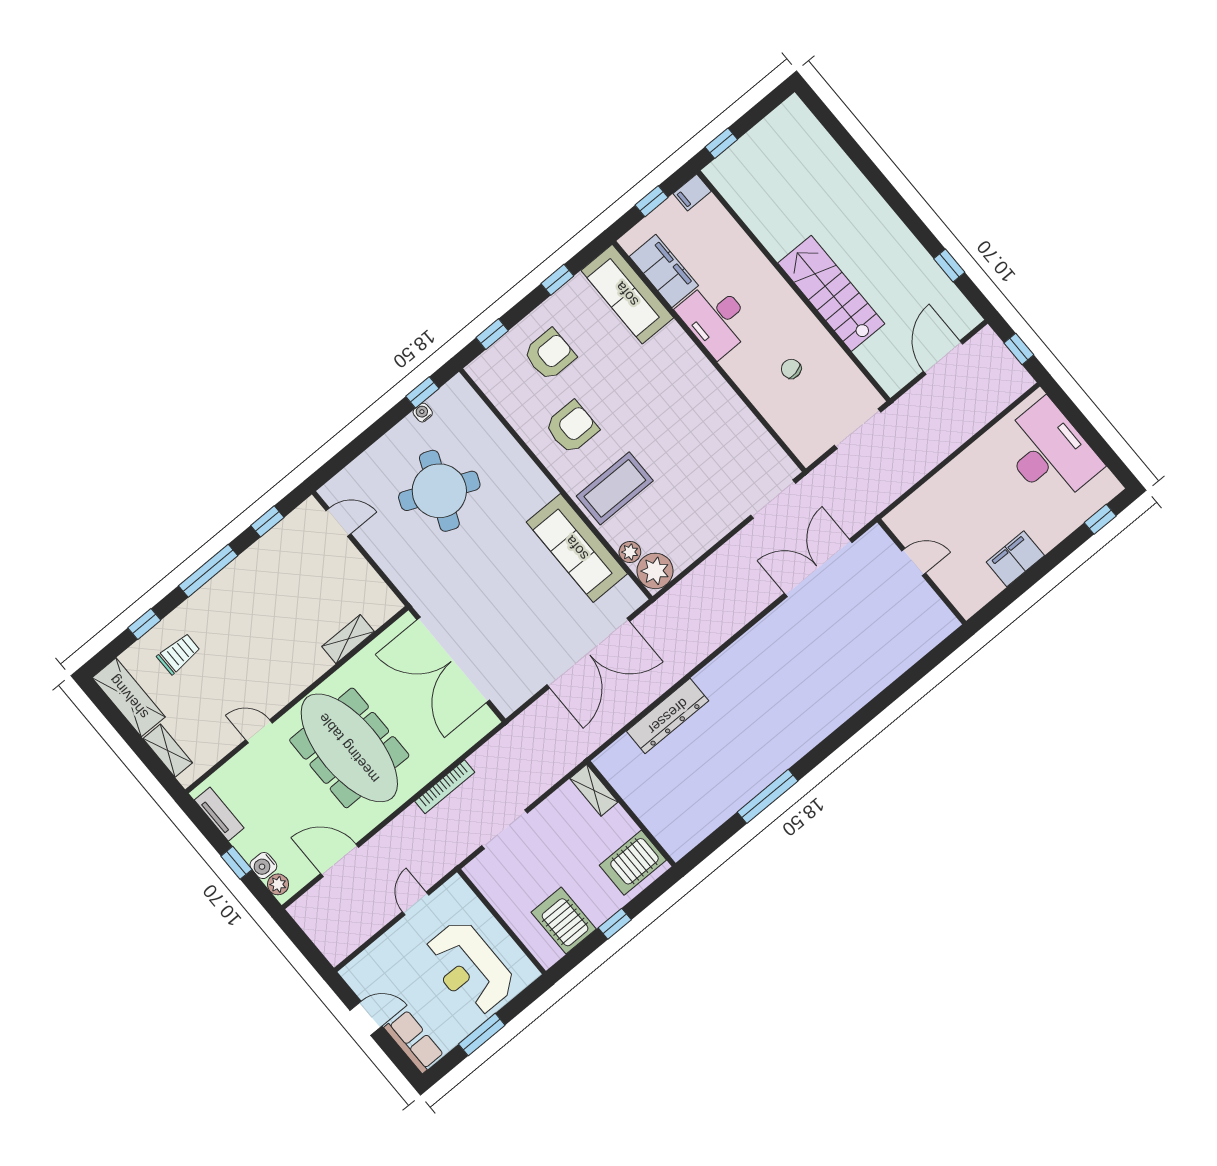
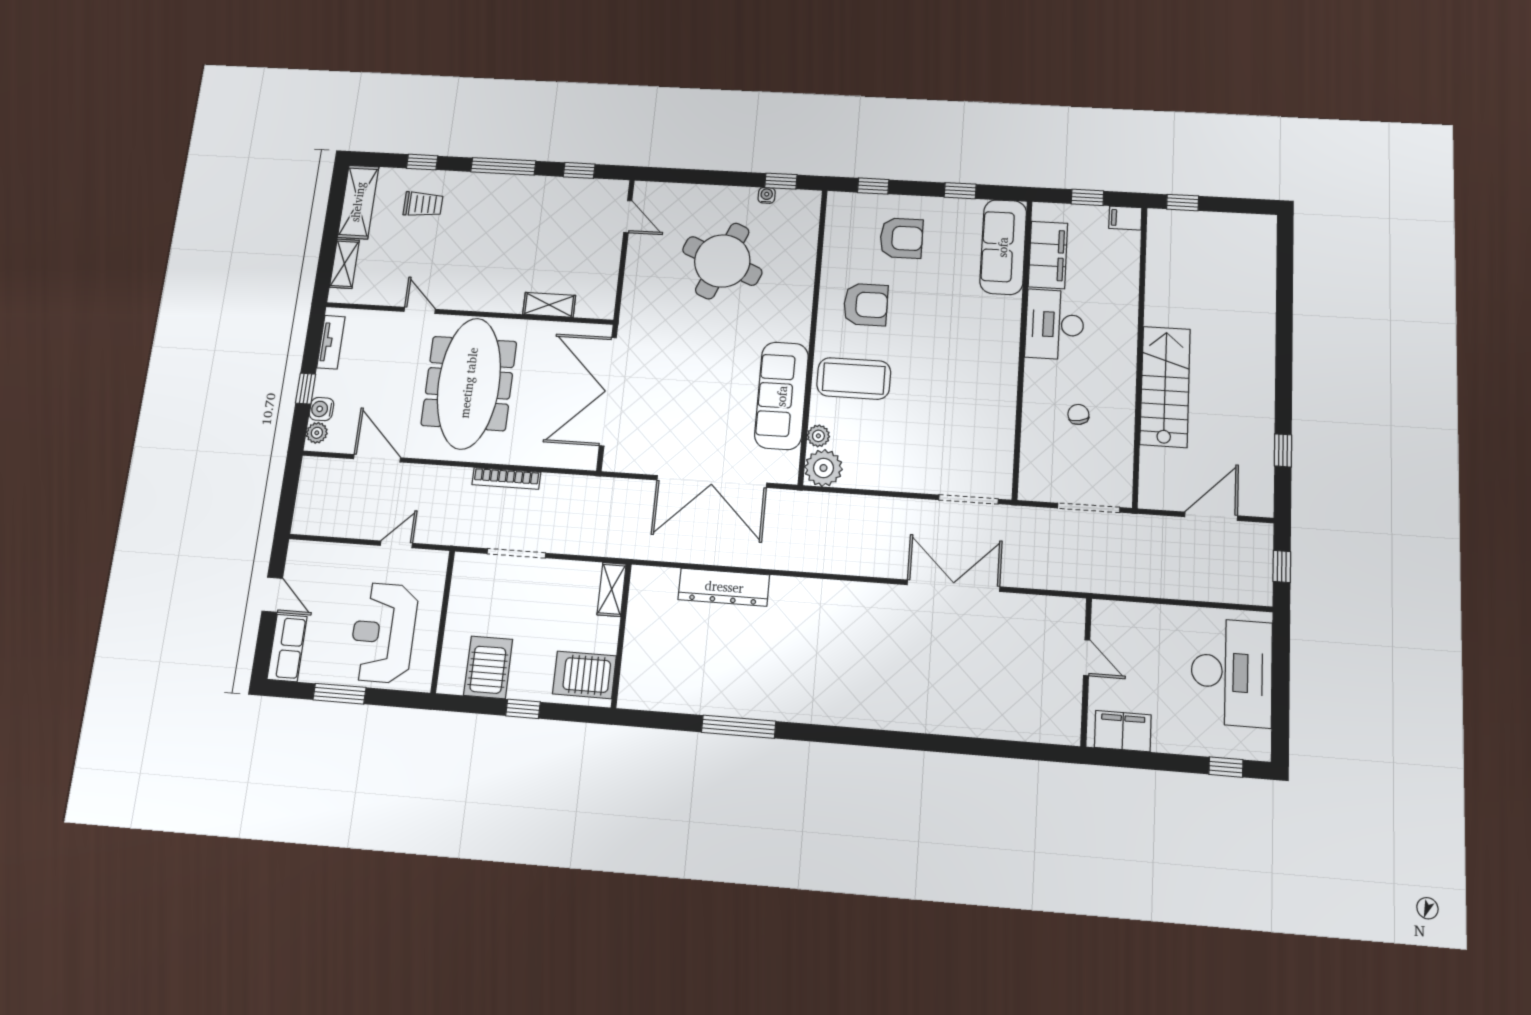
door: (914, 562) -> (1087, 658), moved
wall: (922, 572) -> (1086, 672), moved

